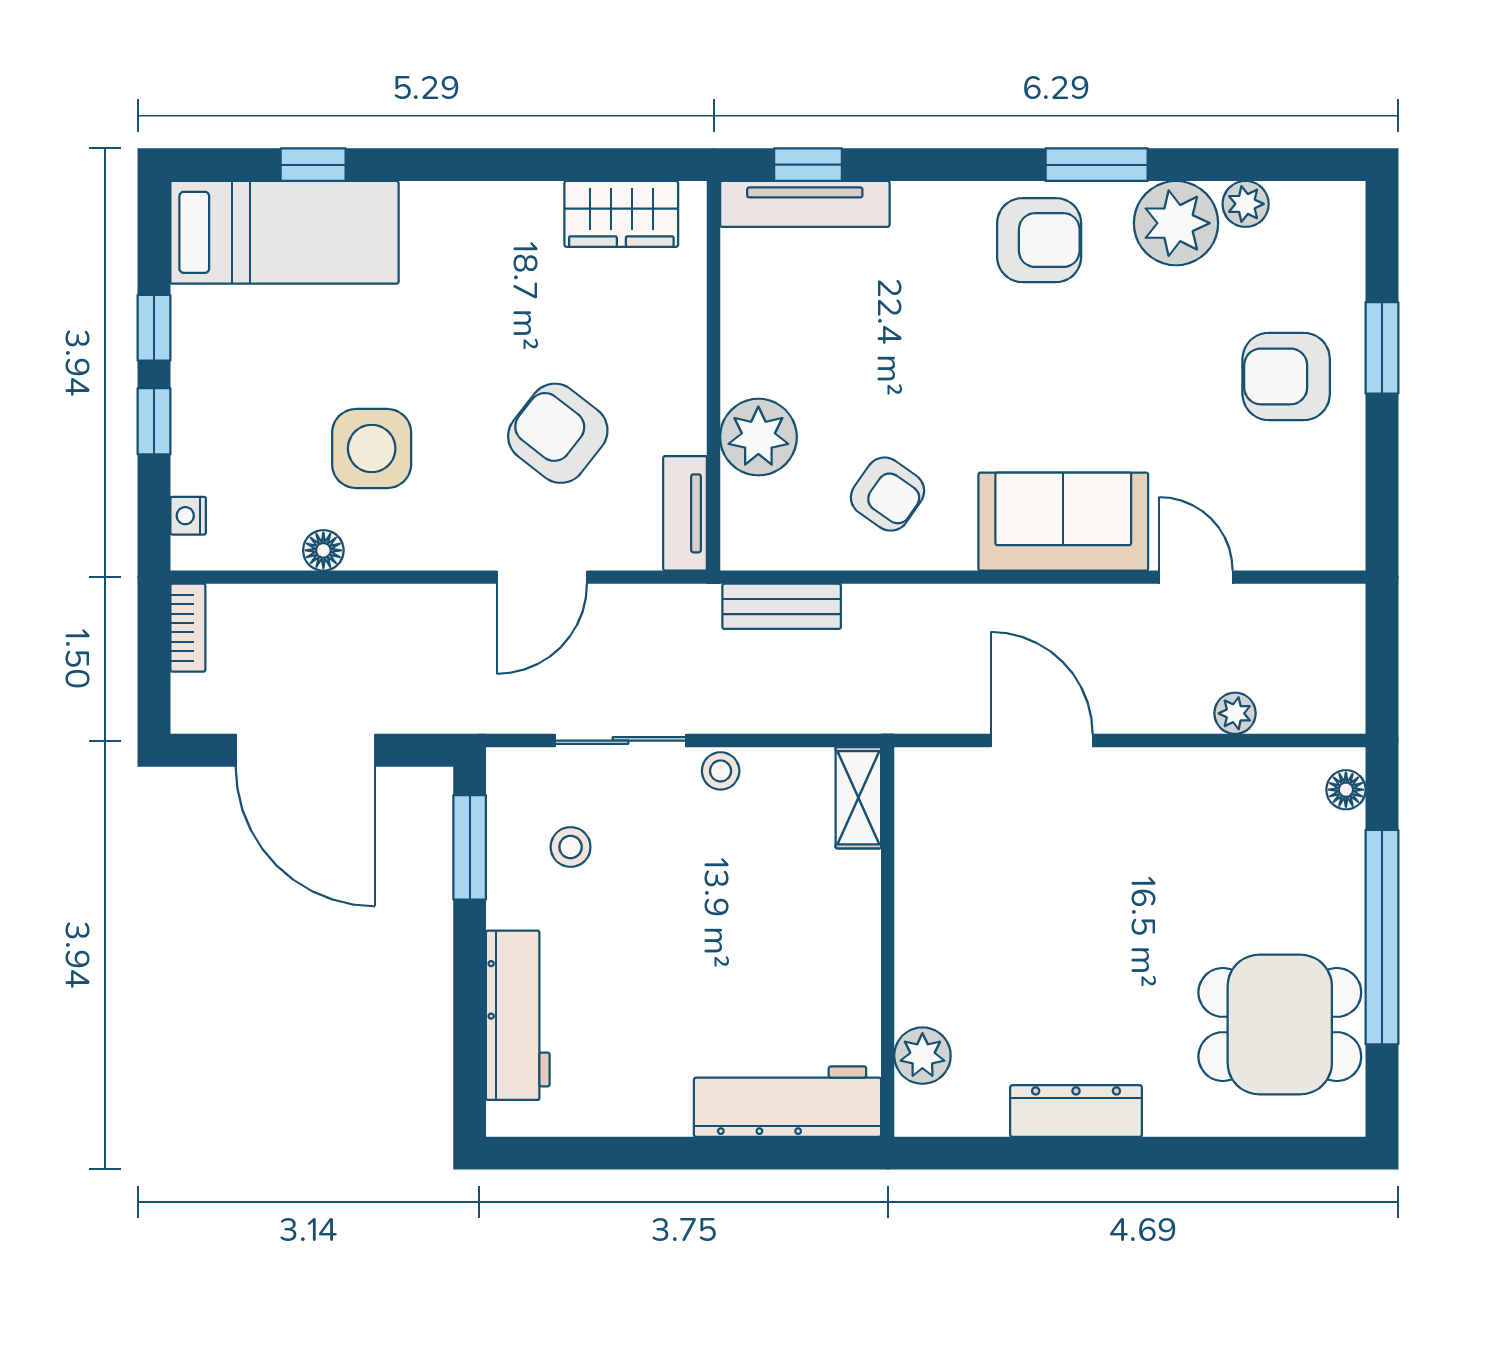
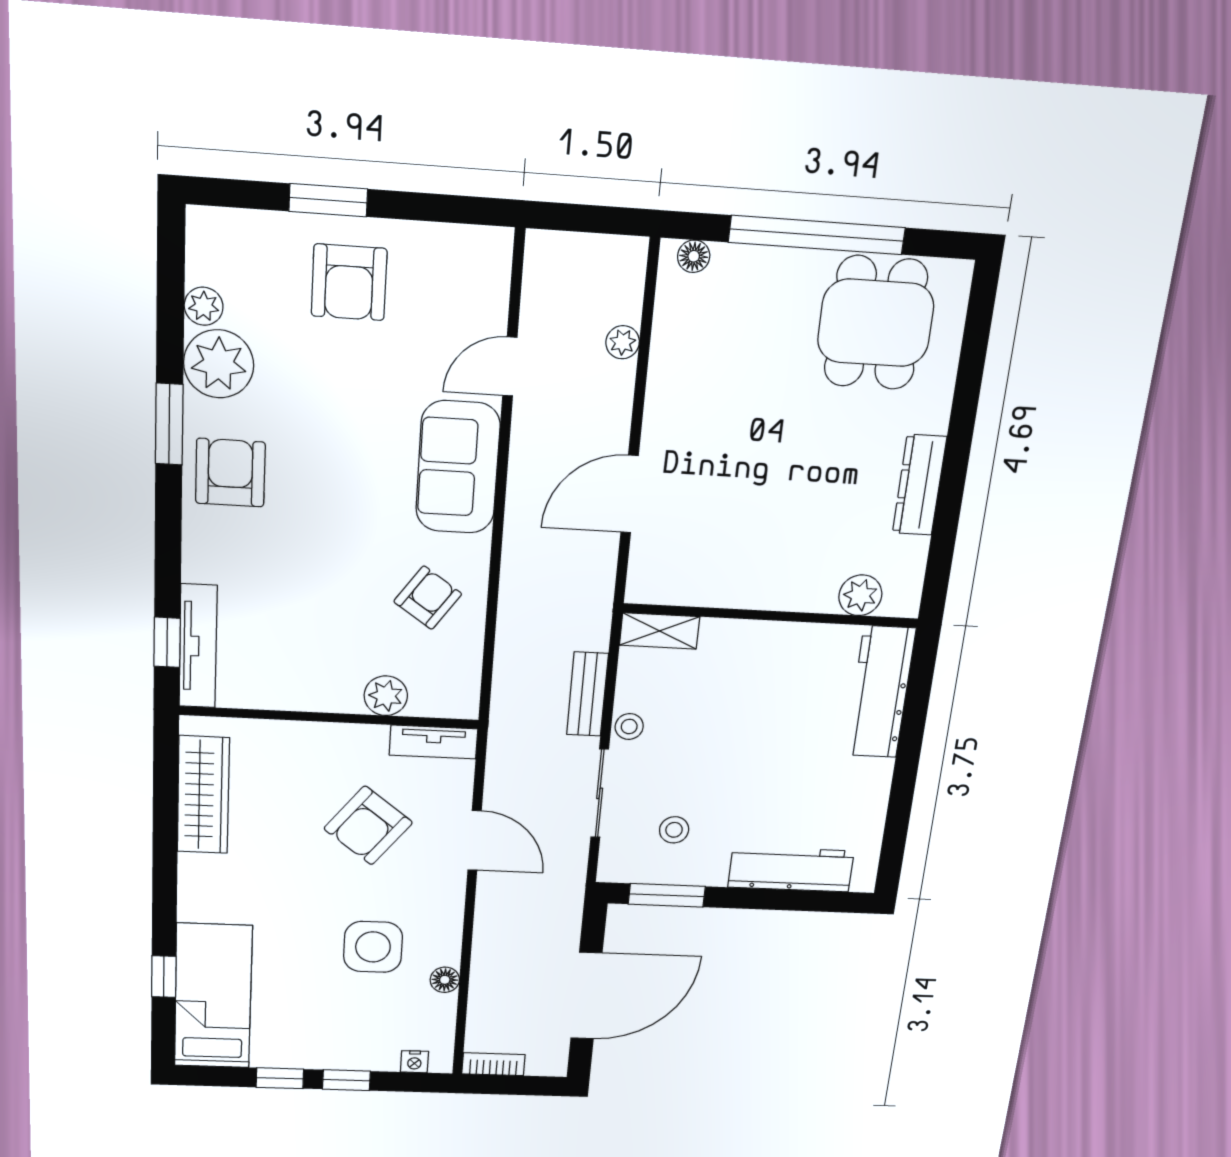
wardrobe: (621, 214) -> (203, 795), width x1.50
plant: (758, 437) -> (386, 696), width x0.73, depth x0.73
bench: (782, 606) -> (587, 694), moved

